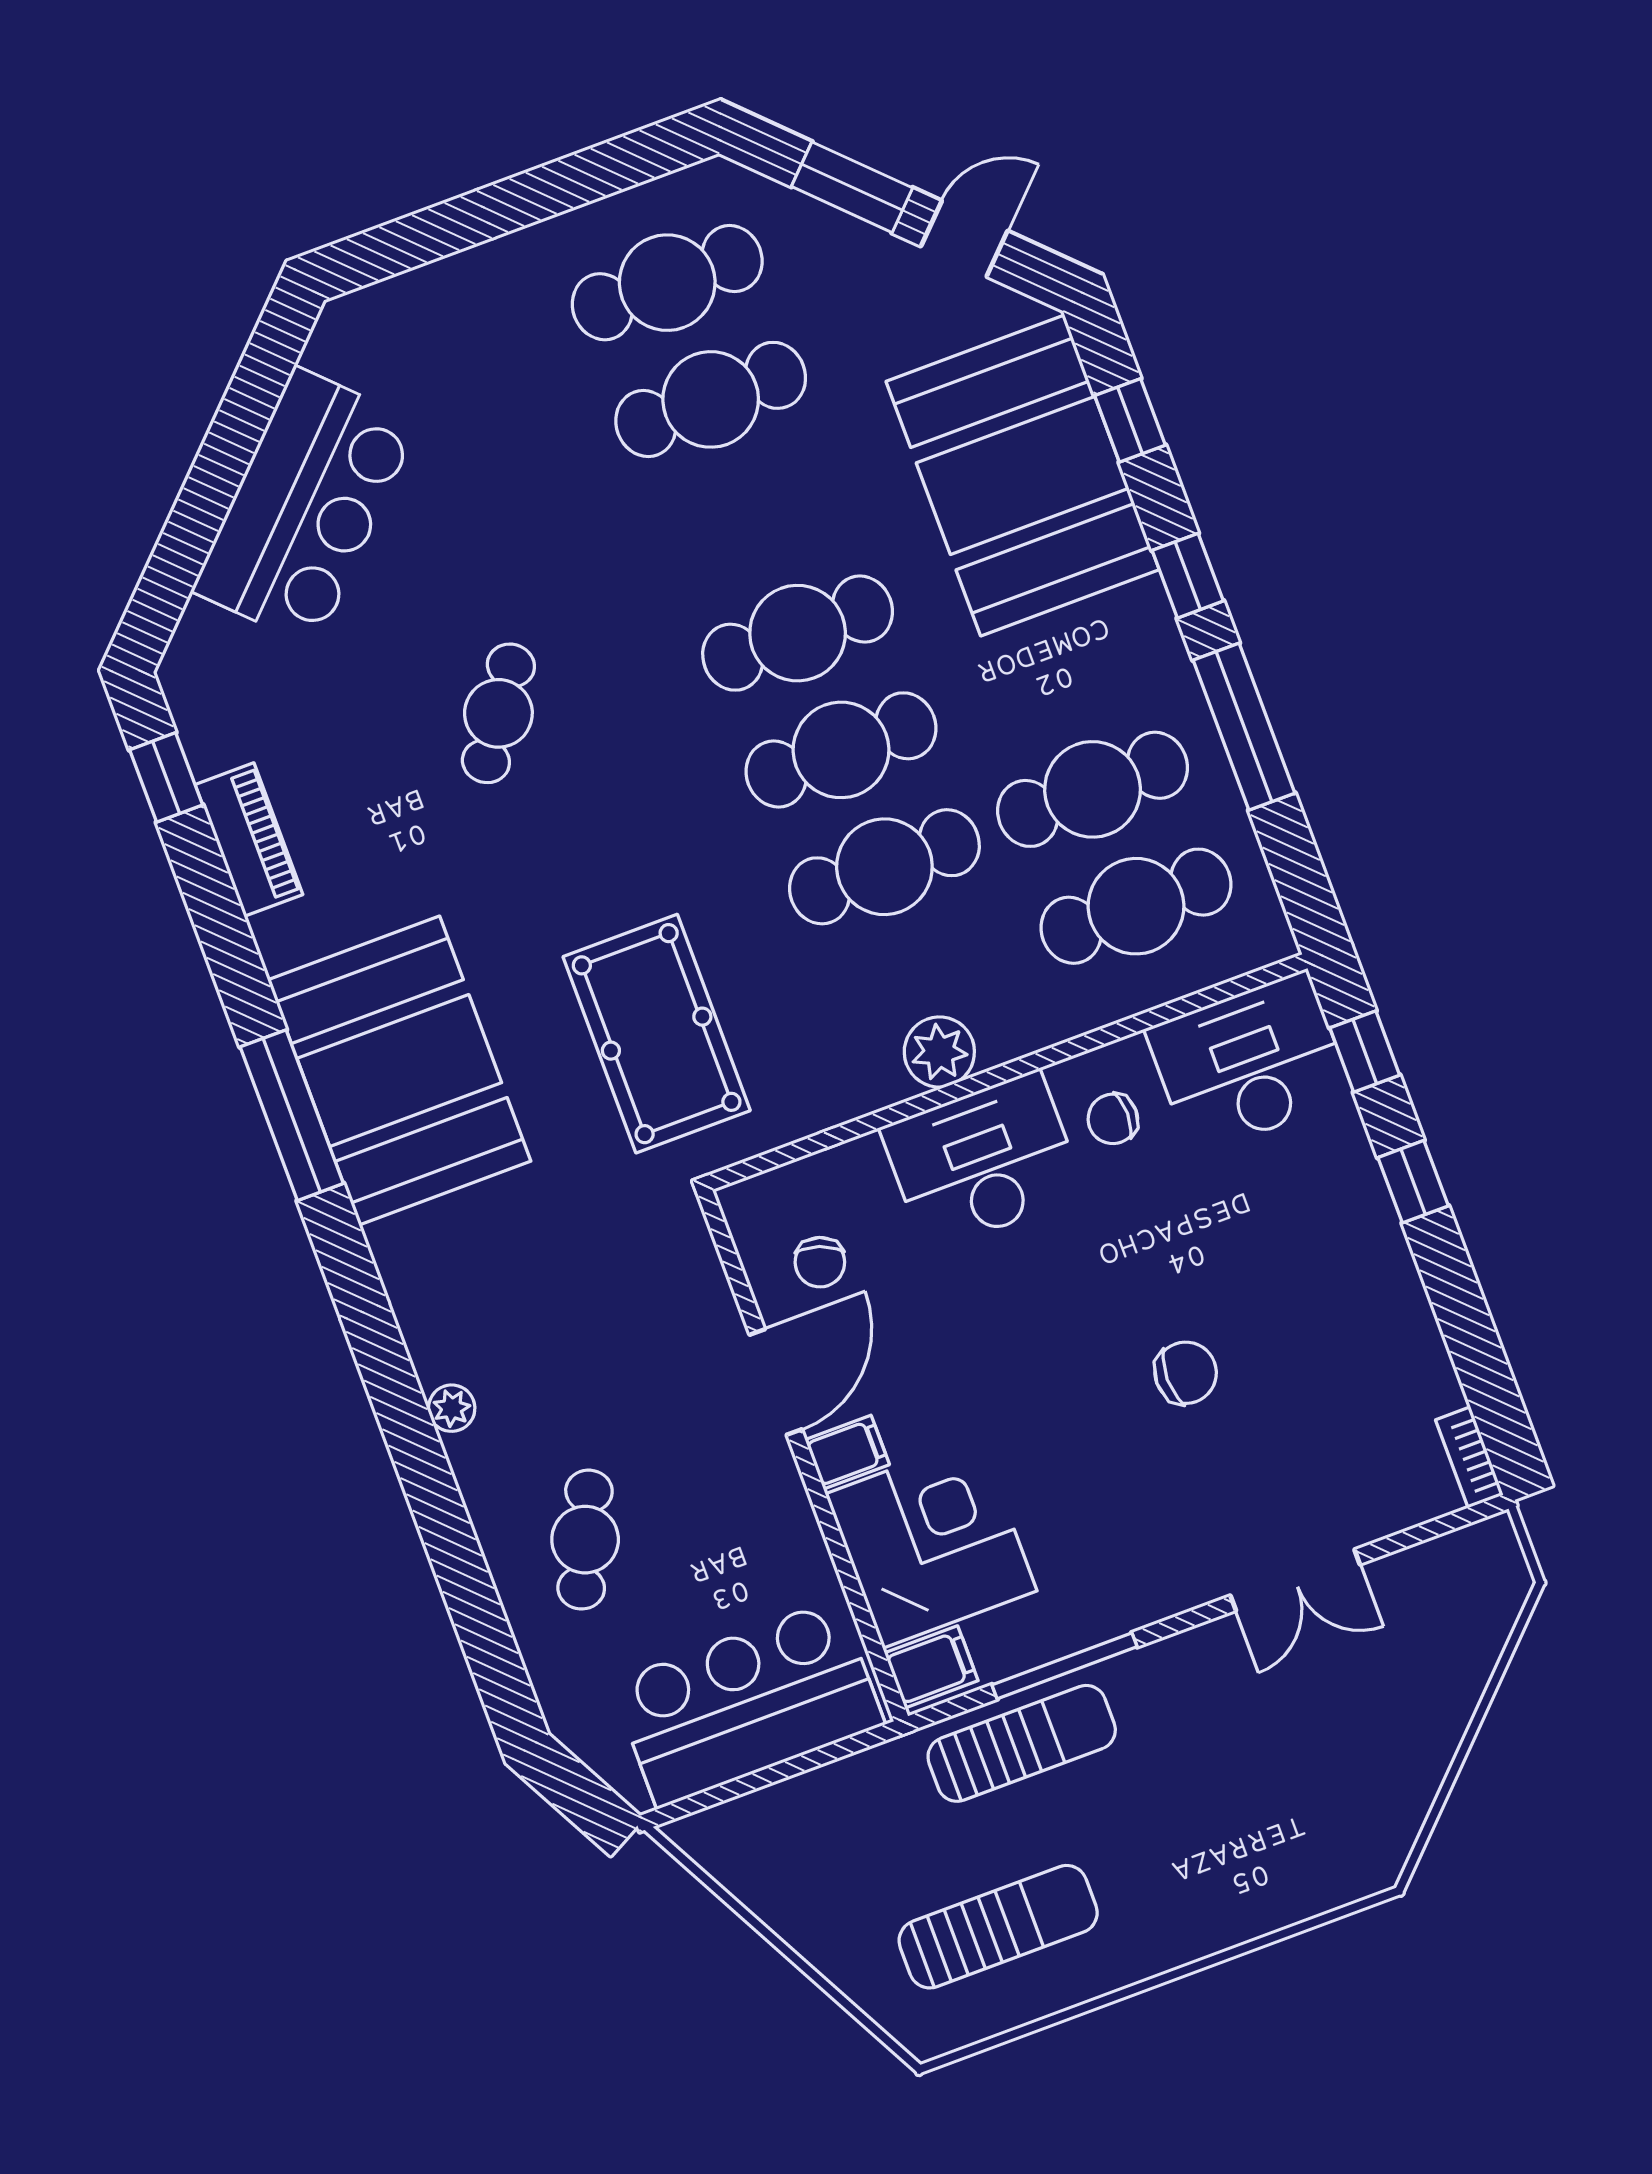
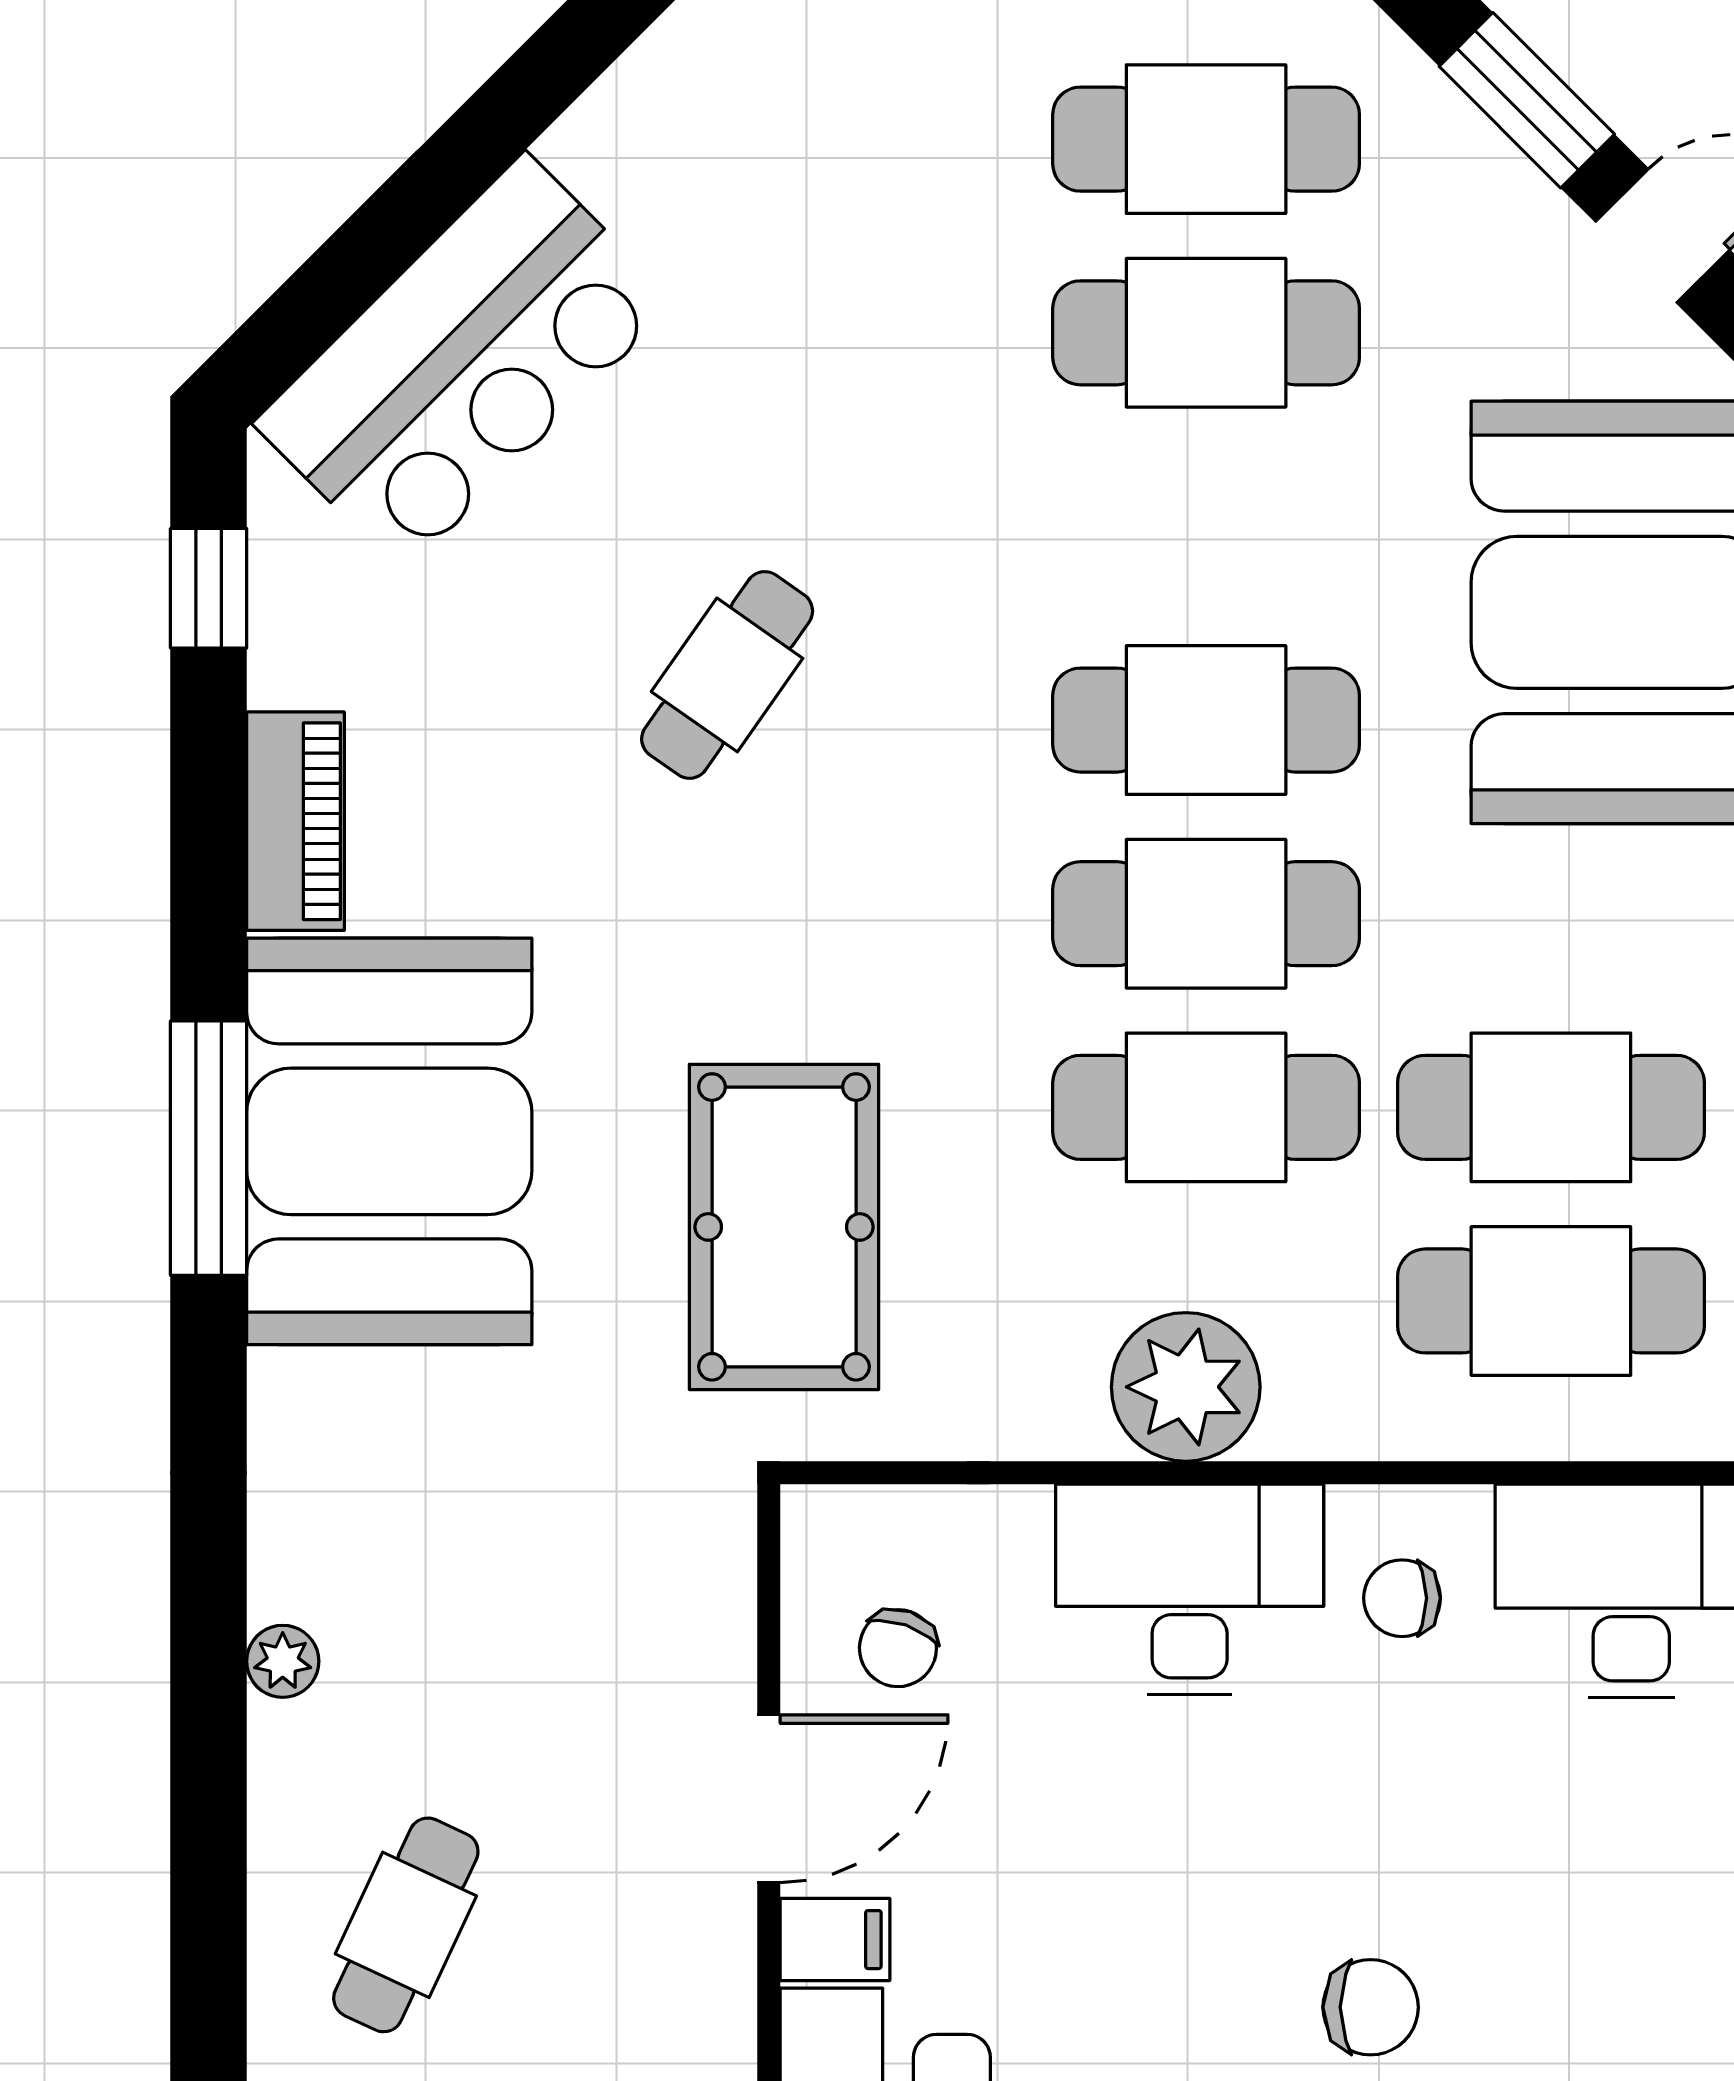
bar counter: (305, 507) -> (464, 363), moved
piano: (249, 840) -> (296, 821), moved
plant: (939, 1052) -> (1186, 1387), width x1.36, depth x1.36

